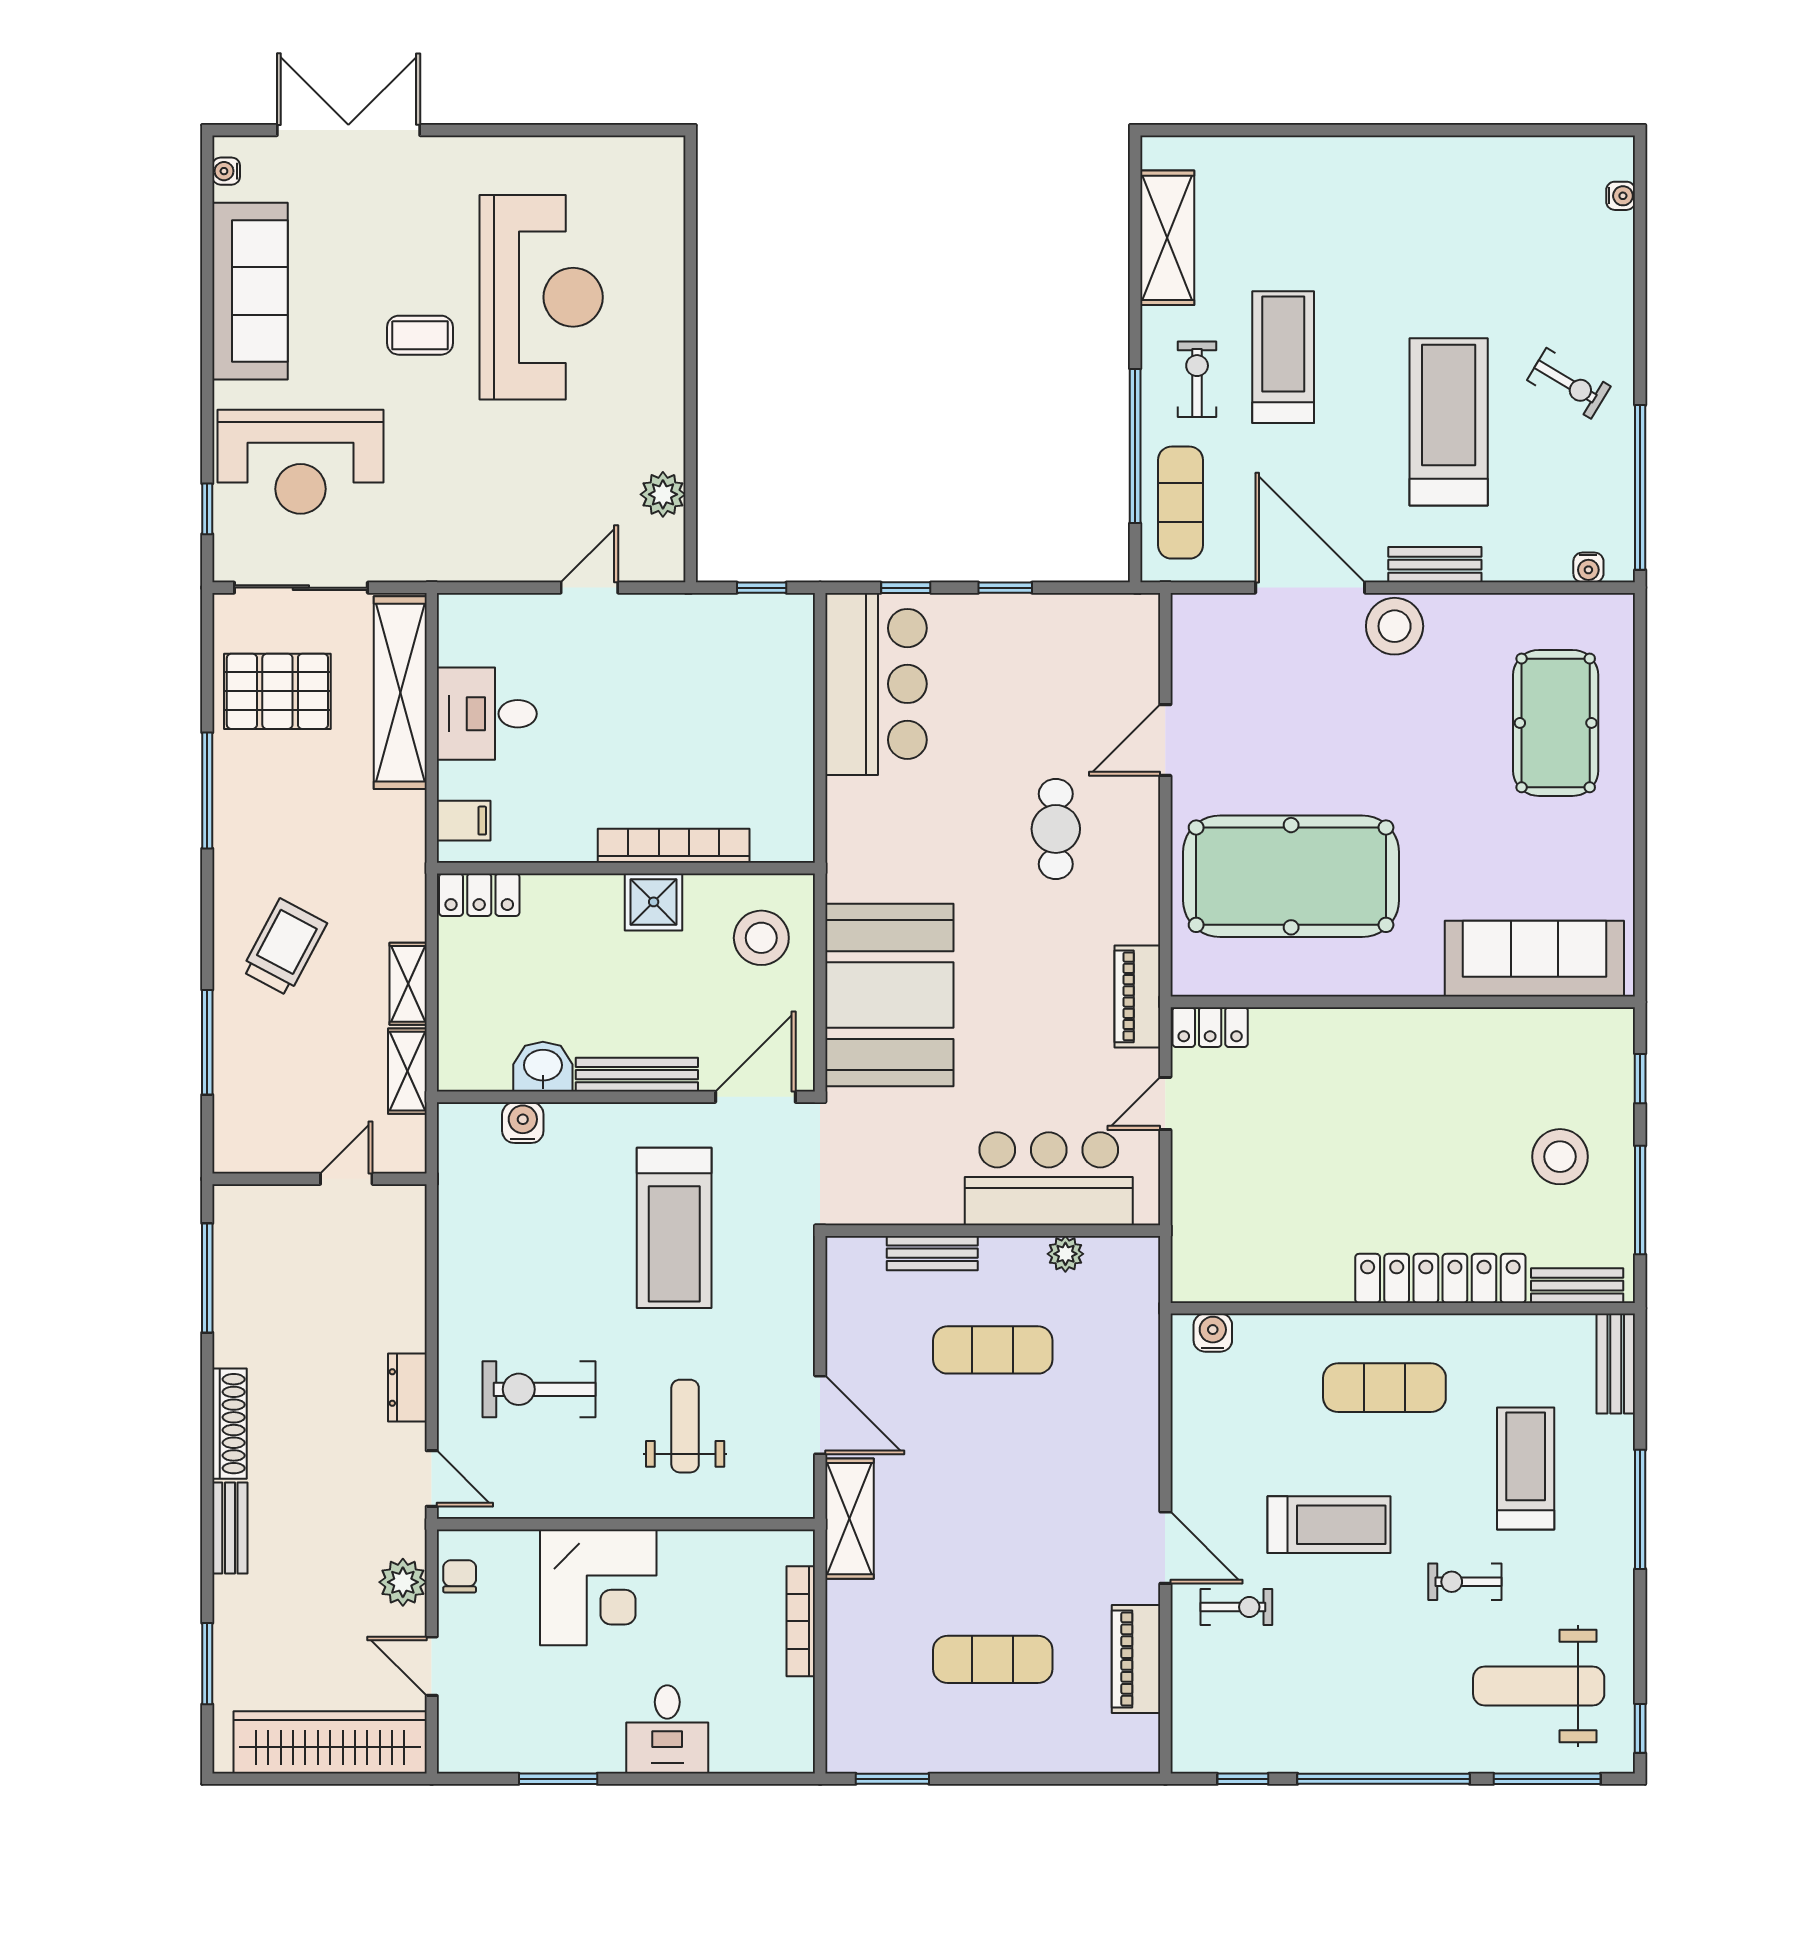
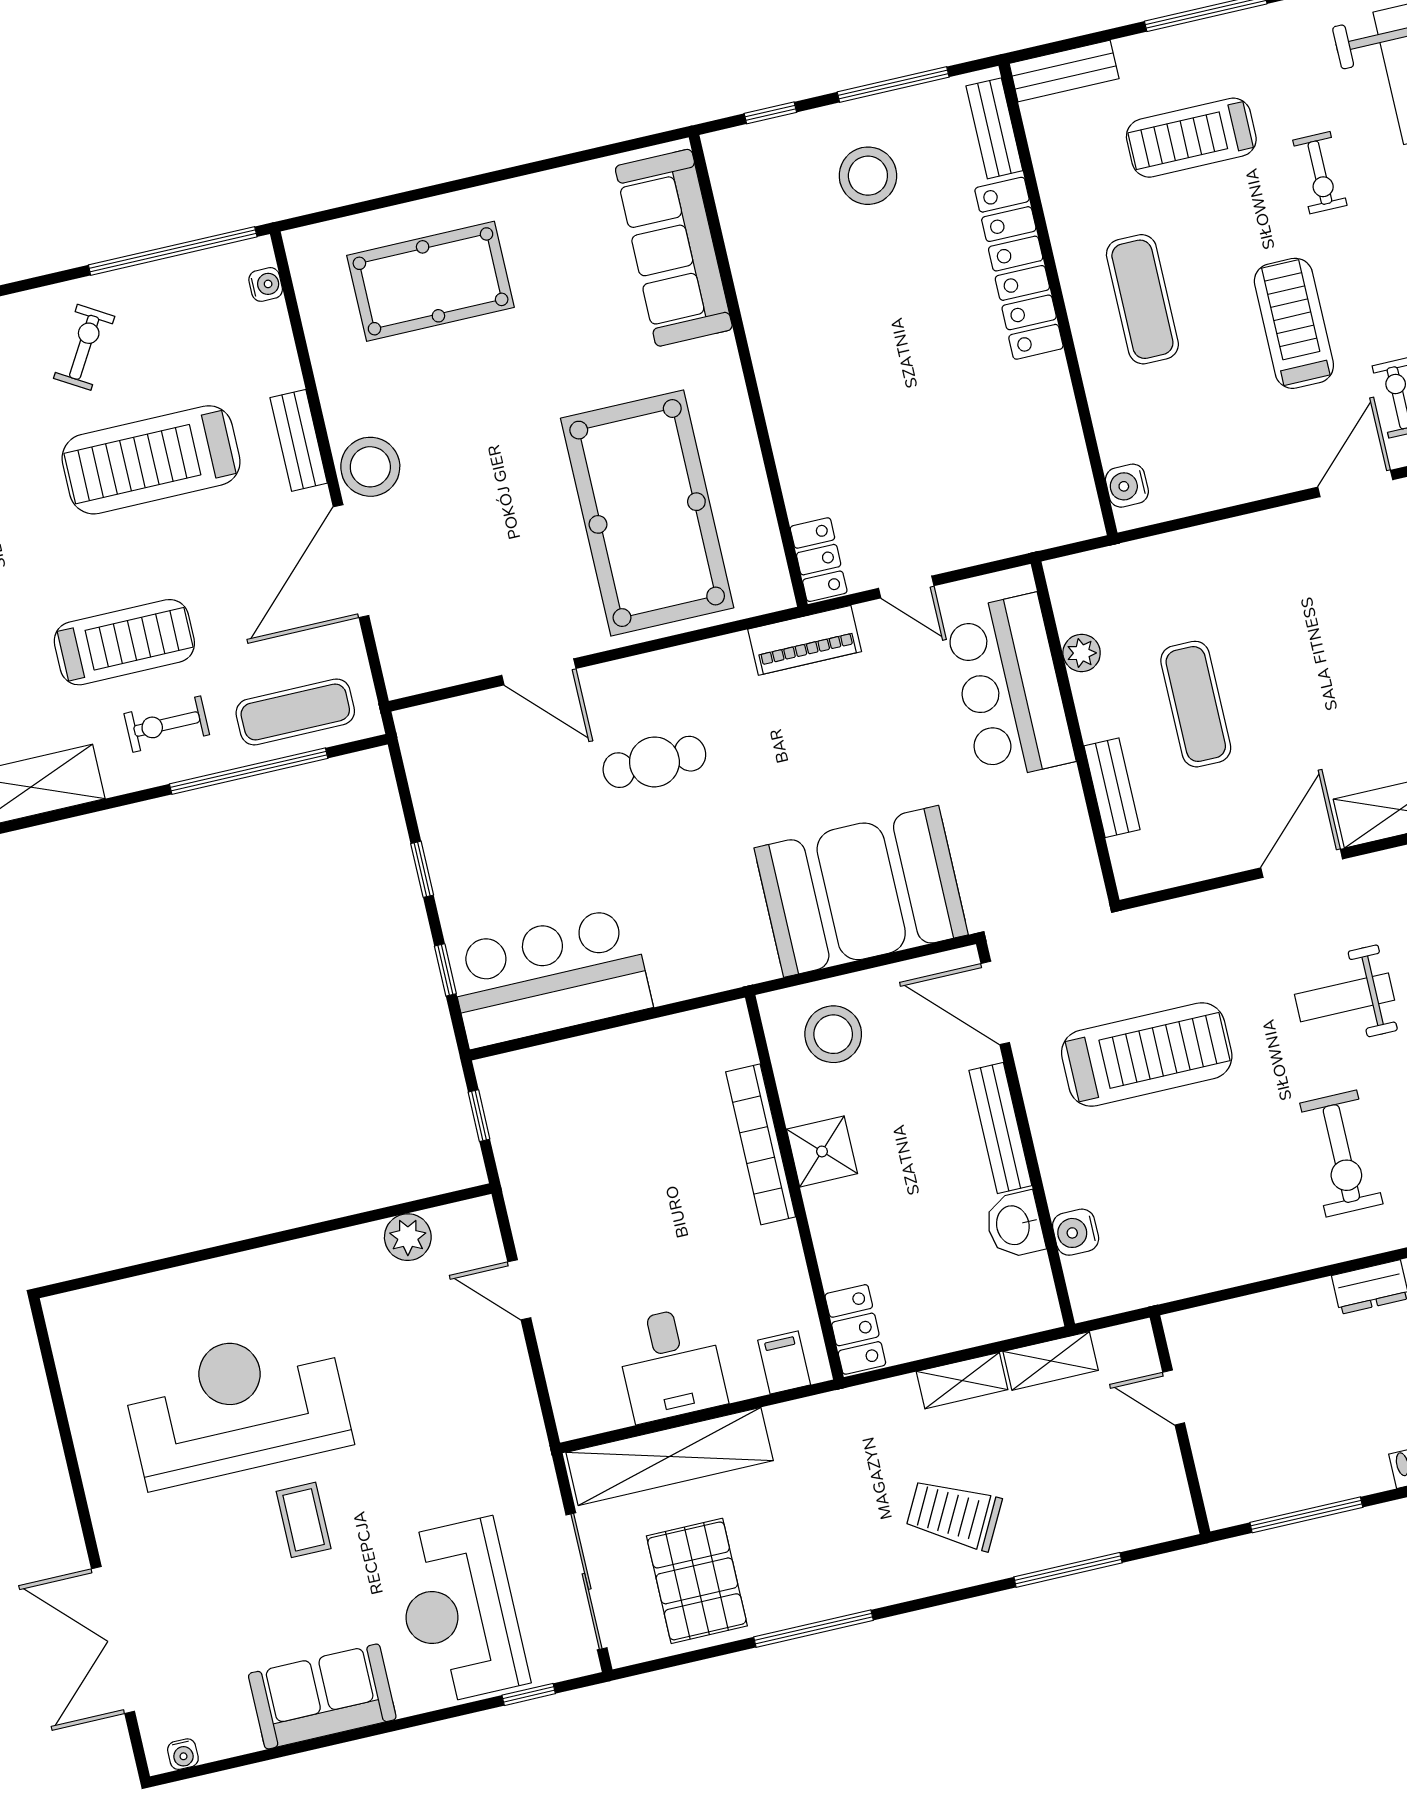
sofa: (250, 291) -> (322, 1696), width x0.73
treadmill: (1283, 357) -> (124, 642), turned 180
reception desk: (301, 462) -> (459, 1611), turned 180

